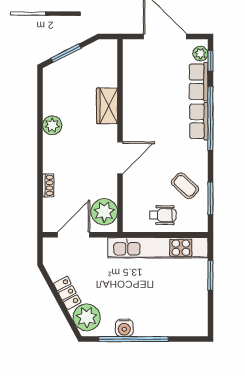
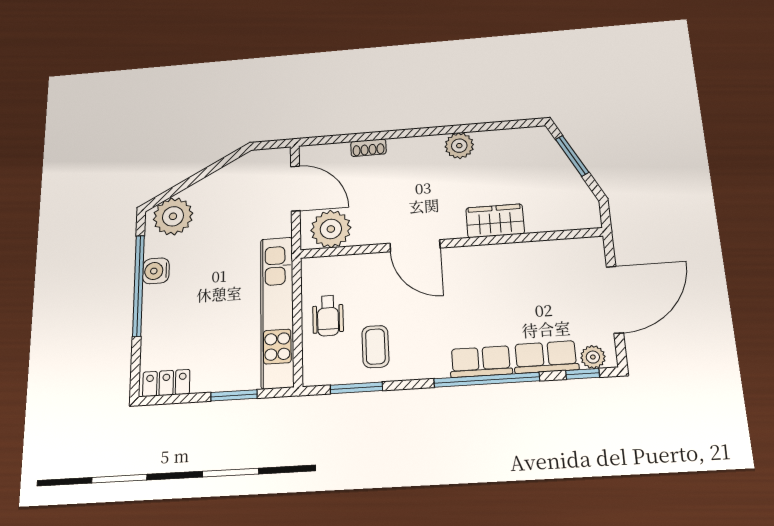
coffee table: (185, 186) -> (375, 347), turned -42
locker: (67, 293) -> (166, 383), moved, turned -152

